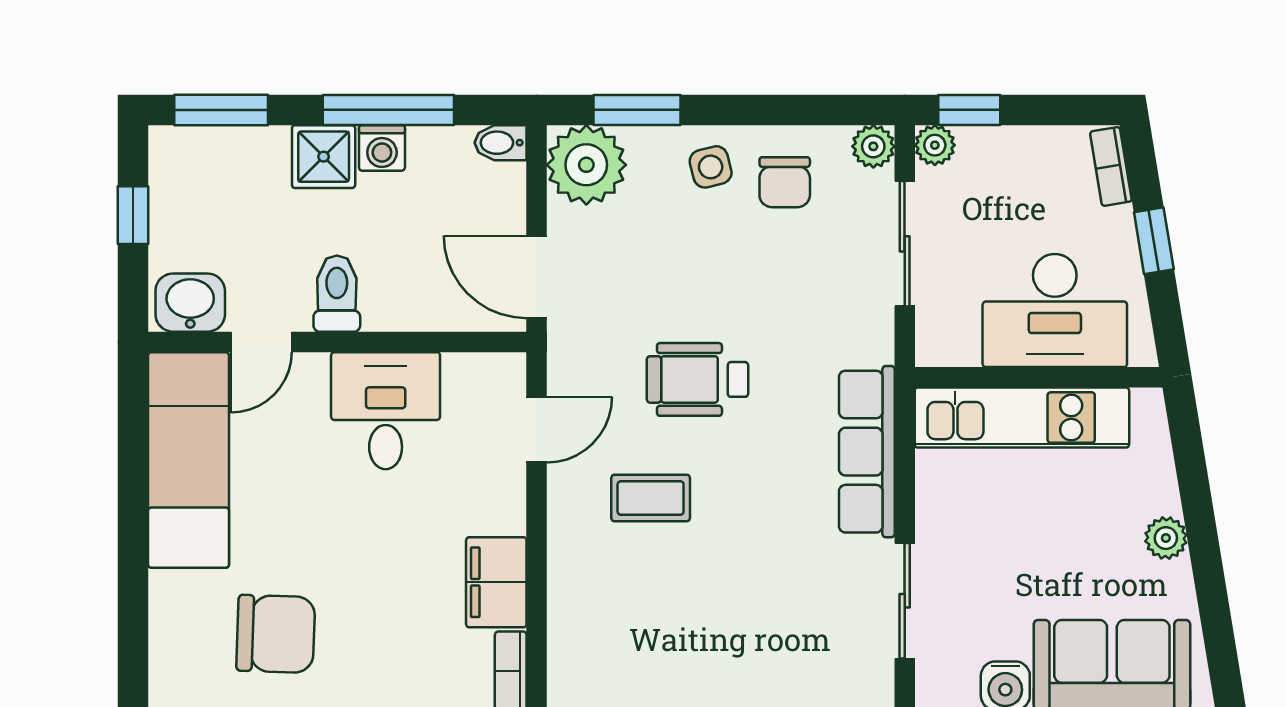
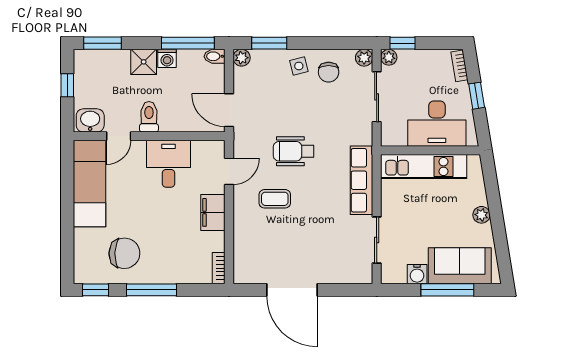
window: (388, 110) -> (188, 43), moved
plant: (586, 165) -> (242, 58), width x0.53, depth x0.53
filing cabinet: (496, 582) -> (213, 212), moved

